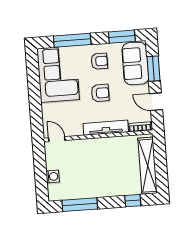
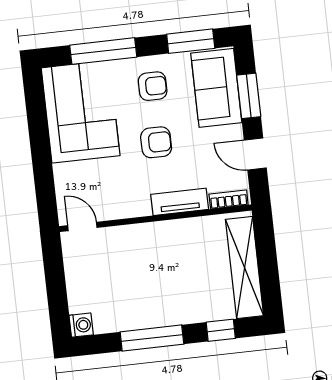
tv unit: (106, 128) -> (180, 202), width x0.71
washing machine: (53, 177) -> (81, 325), moved
window: (80, 205) -> (152, 338), moved

